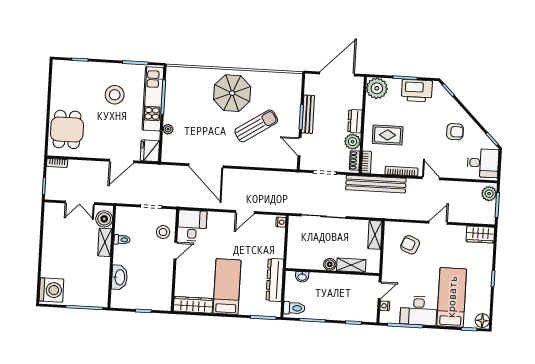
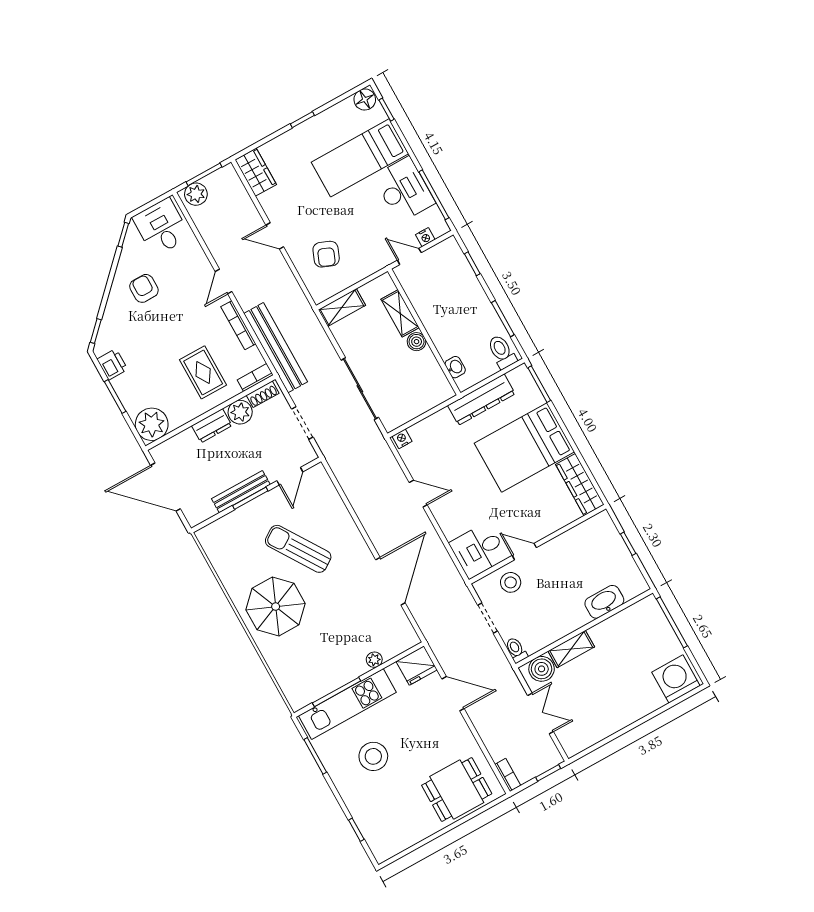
printer: (417, 91) -> (112, 364), width x0.53, depth x0.68
toilet: (122, 240) -> (516, 650), moved
bed: (227, 287) -> (524, 448), width x1.50

